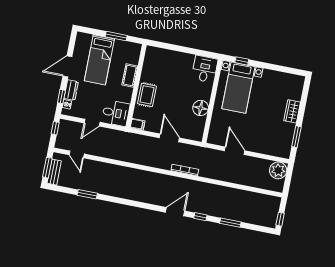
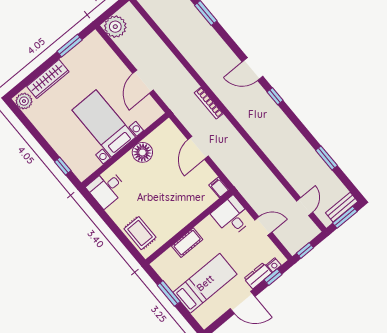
plant: (297, 81) -> (24, 101), added
bed with nightstands: (238, 88) -> (104, 124), moved, turned -90
rug: (147, 95) -> (140, 233), moved, turned 90
wardrobe: (292, 111) -> (48, 79), width x1.50
window: (200, 217) -> (275, 96), moved

